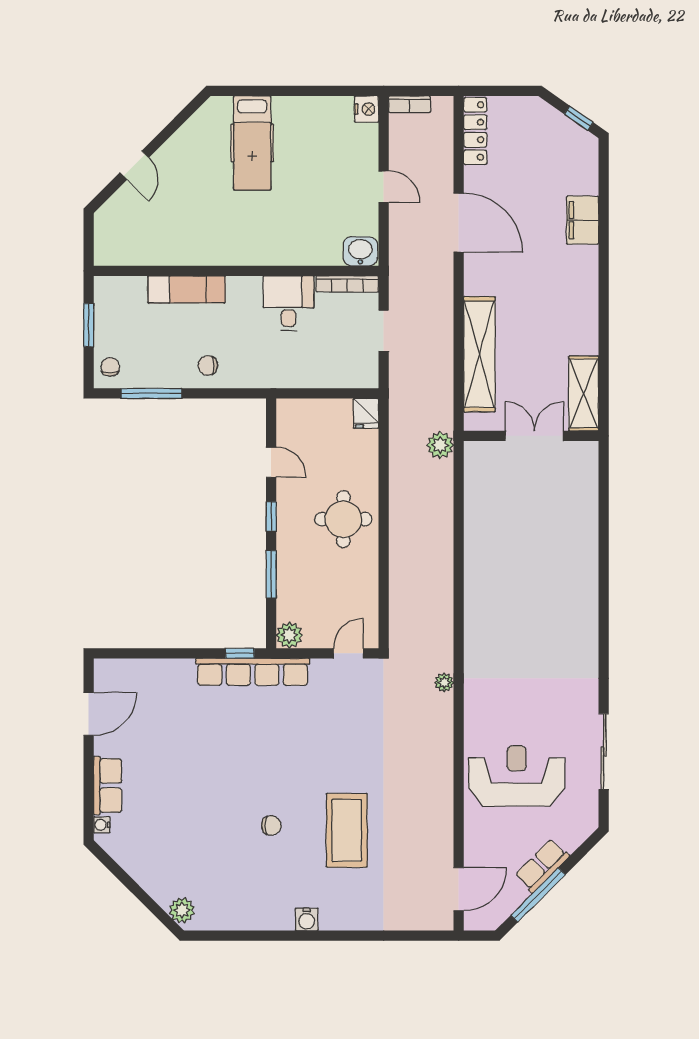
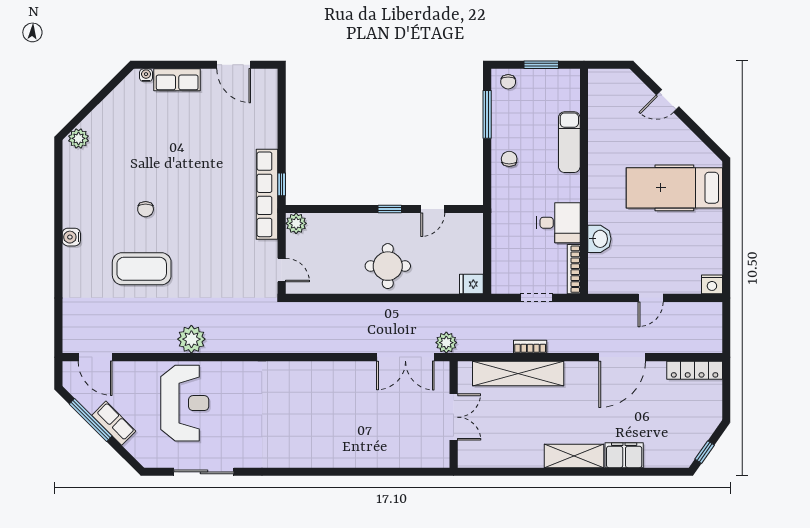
bookcase: (409, 104) -> (530, 347), moved, turned 90
hospital bed: (252, 143) -> (674, 188), width x1.37, depth x1.29
washbasin: (360, 251) -> (599, 239), moved
chair: (110, 367) -> (508, 82), turned 90
shelving: (584, 393) -> (574, 456), moved
double door: (459, 497) -> (405, 357), added
window: (271, 574) -> (344, 209), removed
plant: (444, 682) -> (191, 339), moved, width x1.87, depth x1.87

